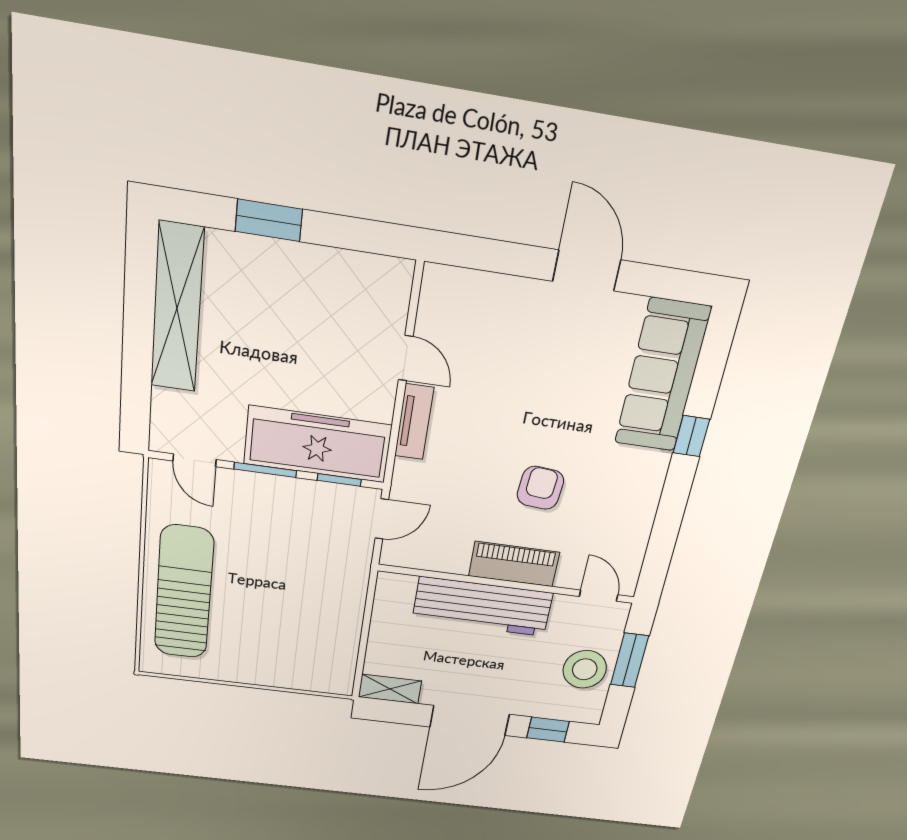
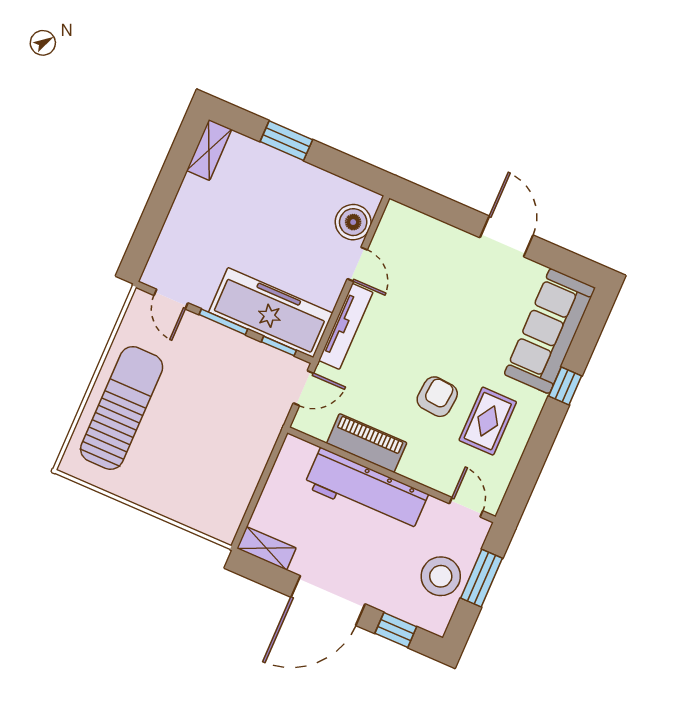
boiler: (386, 306) -> (353, 222), added
shelving: (177, 308) -> (209, 150), width x0.45, depth x0.75
tv unit: (414, 422) -> (346, 326), width x1.41
rug: (606, 499) -> (488, 421), added
piano: (514, 564) -> (367, 443), moved

